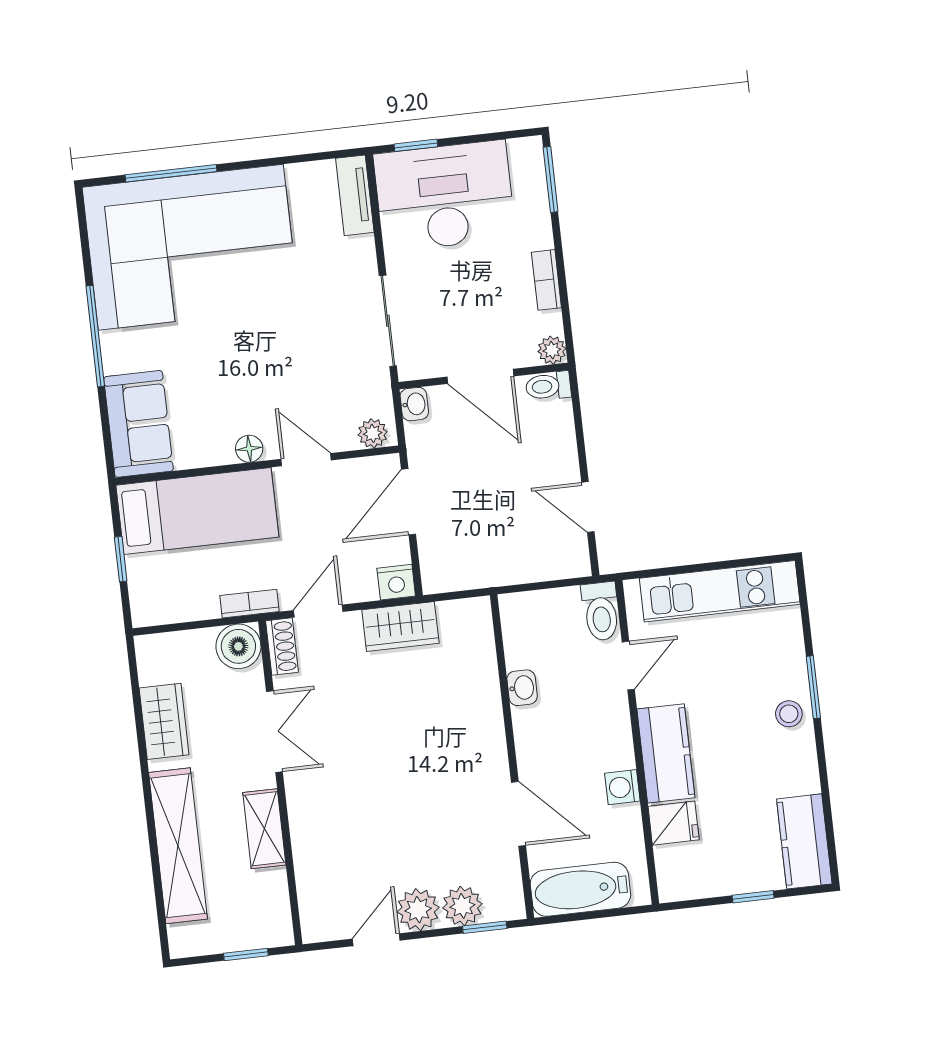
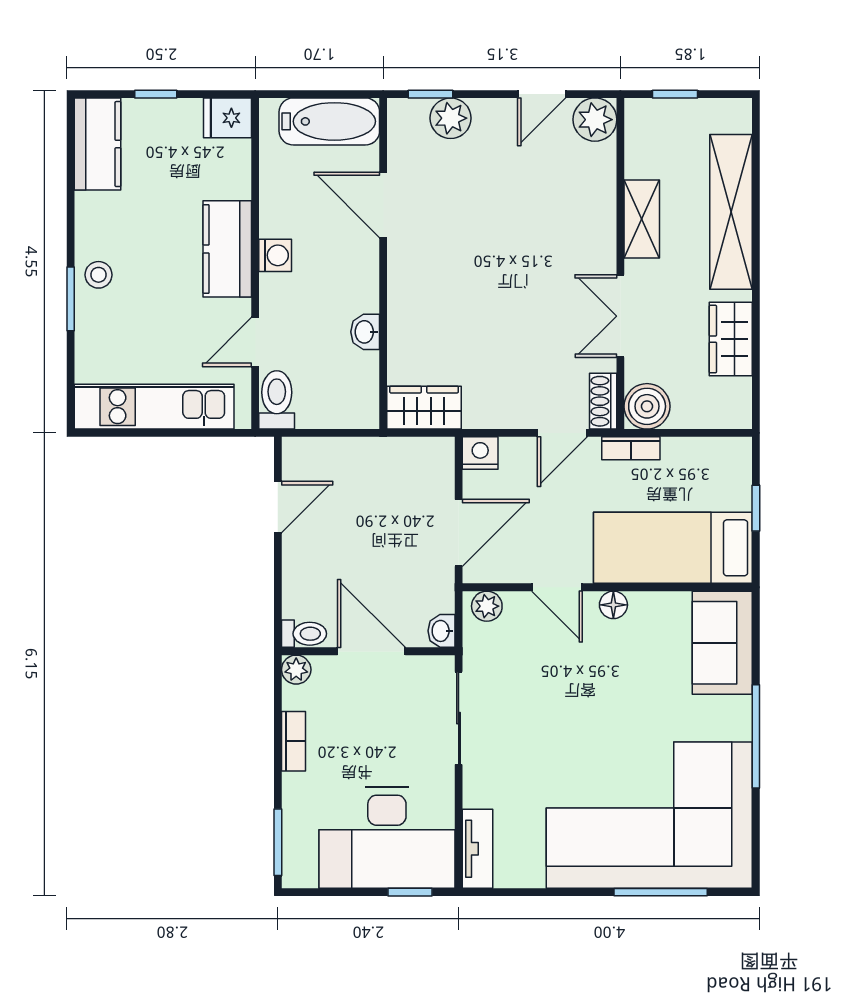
door: (588, 507) -> (278, 507), hinge flipped
wardrobe: (400, 627) -> (424, 408), moved
washing machine: (622, 787) -> (275, 255), moved
fridge: (674, 823) -> (228, 118), moved
plant: (418, 910) -> (595, 120), moved

